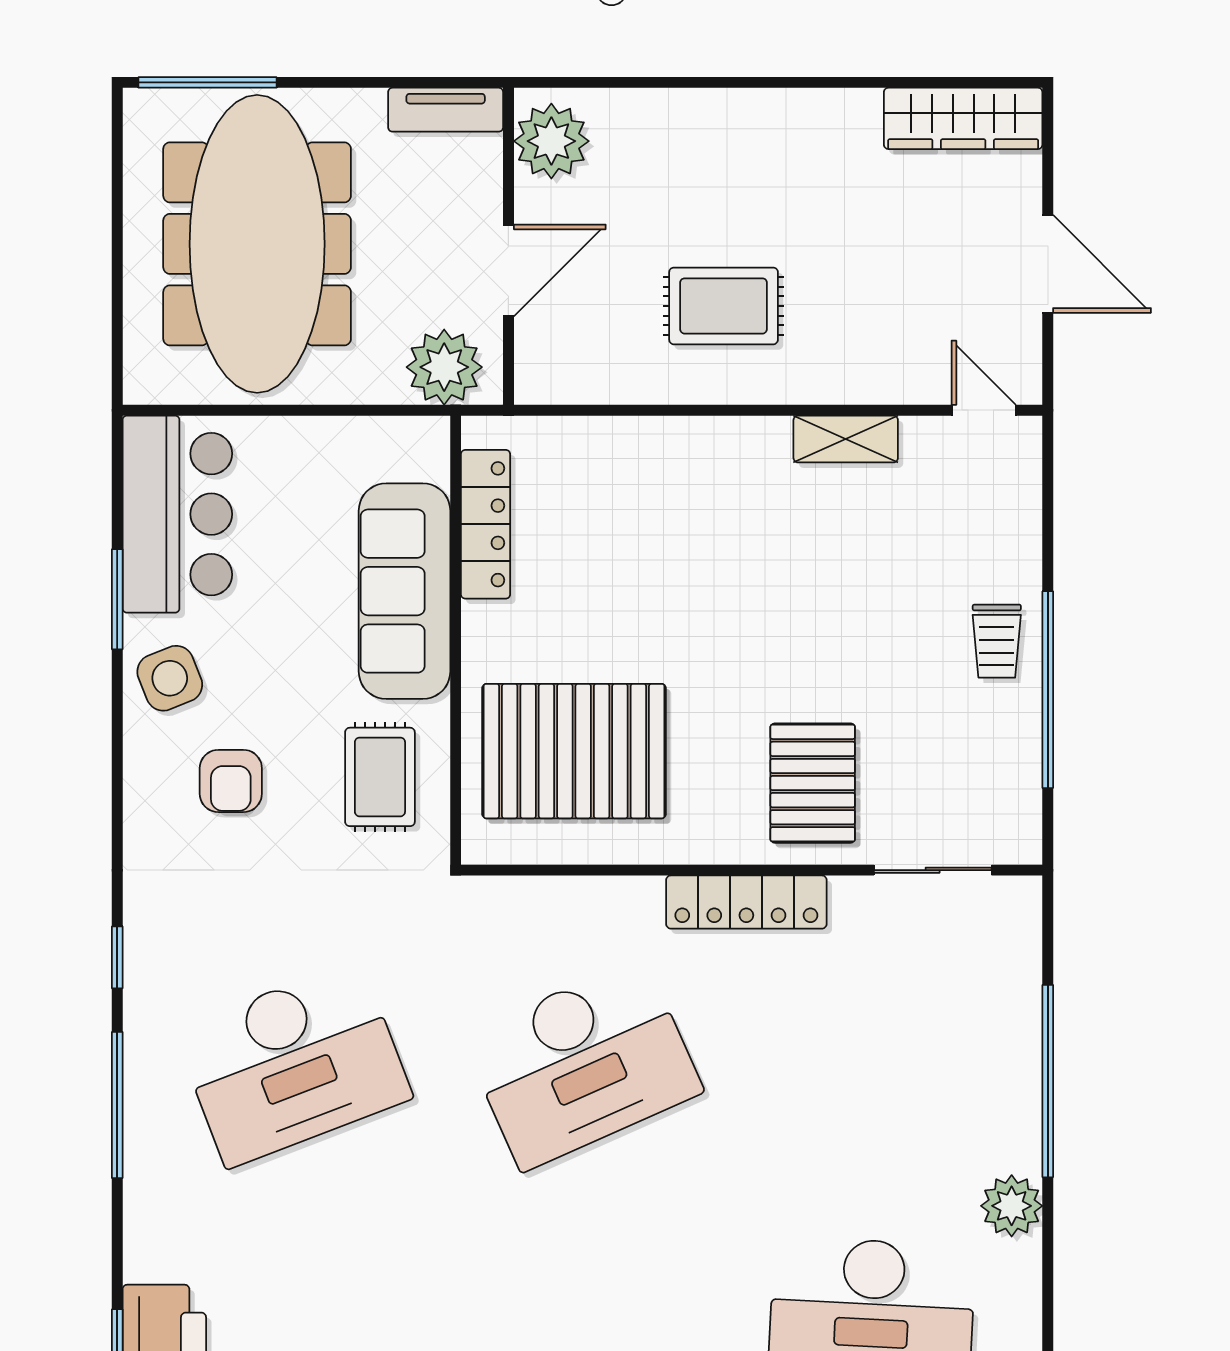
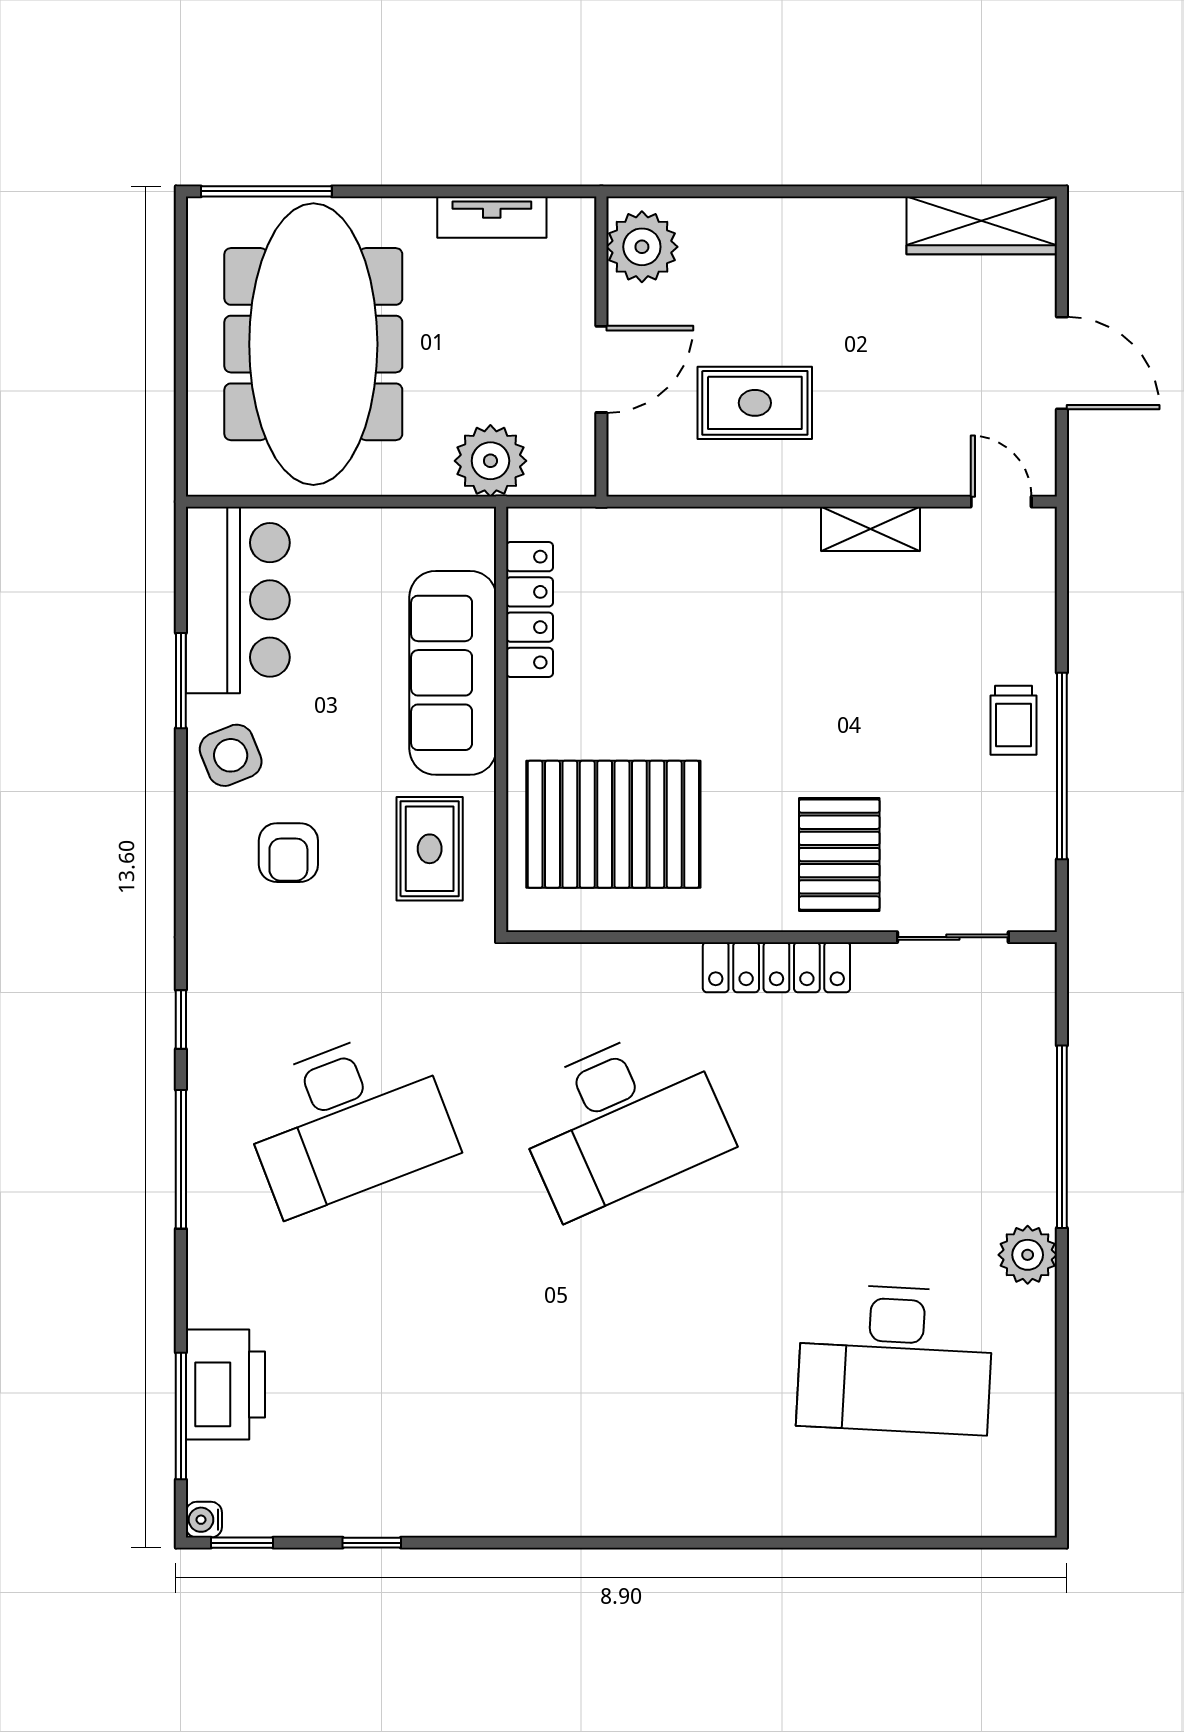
plant: (551, 141) -> (642, 247), moved
wall: (508, 246) -> (601, 346), moved
door: (508, 270) -> (601, 369), moved

